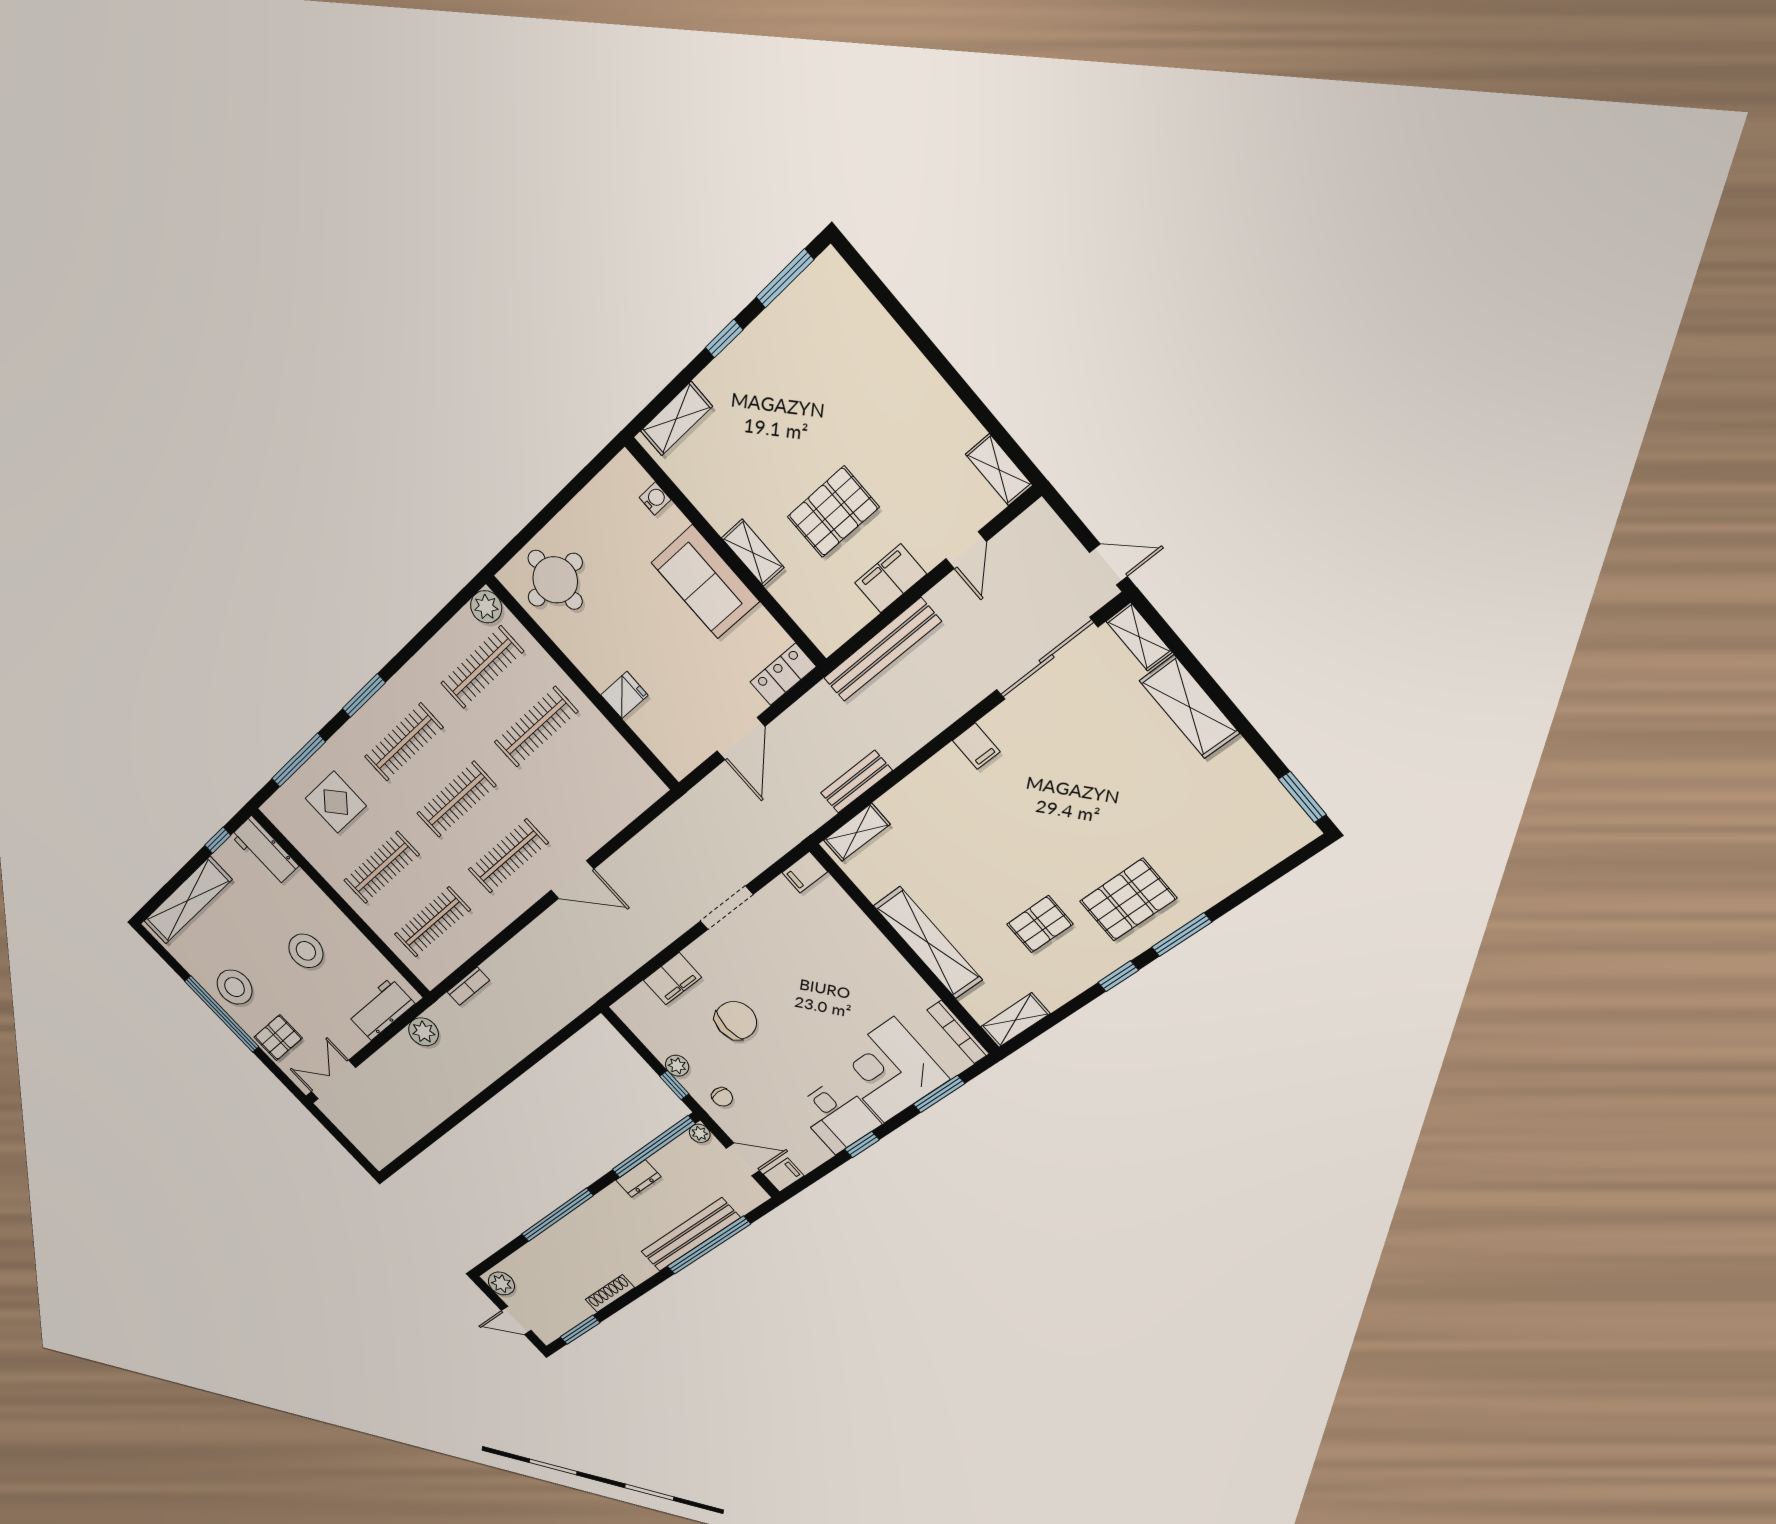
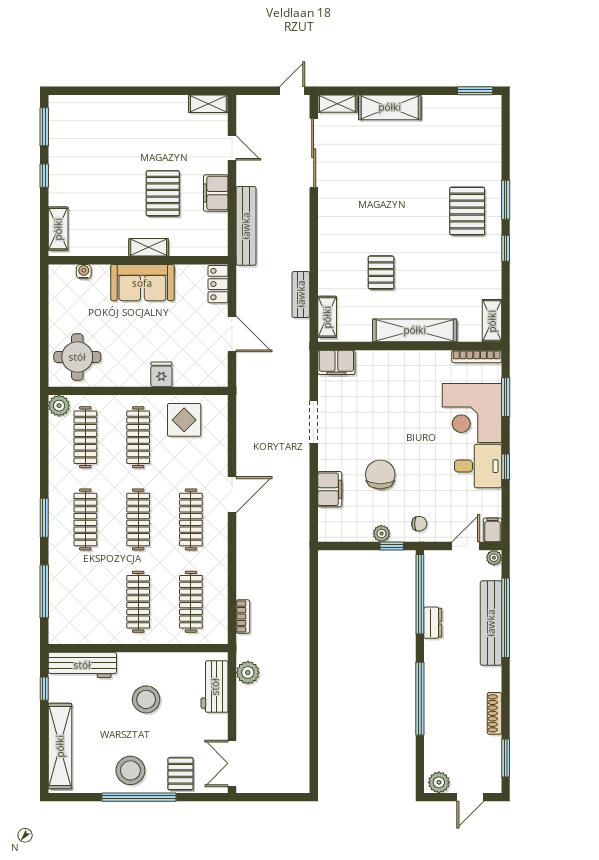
filing cabinet: (976, 746) -> (330, 220), removed
display table: (336, 802) -> (184, 420), moved
workbench: (265, 851) -> (82, 665), width x1.37
filing cabinet: (805, 872) -> (336, 362), width x2.00
pallet: (1040, 924) -> (381, 272), moved
plant: (700, 1133) -> (494, 558), moved

